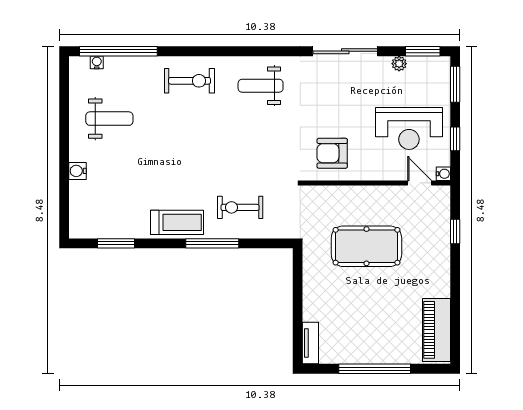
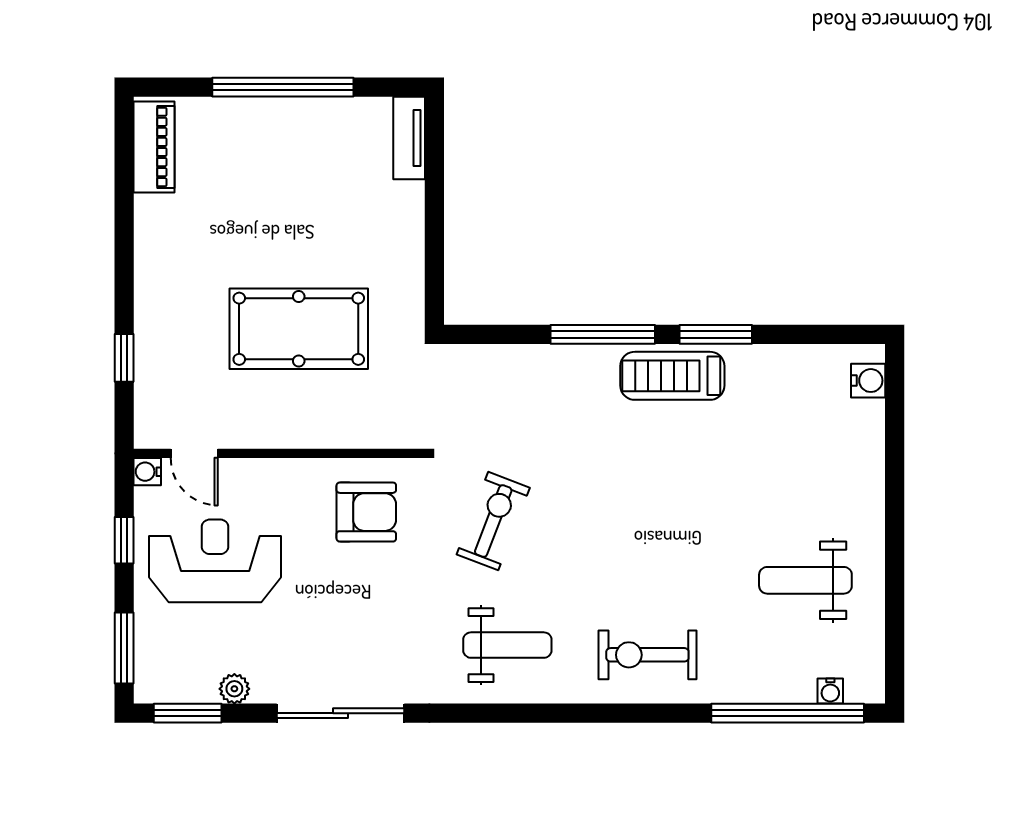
water cooler: (78, 171) -> (868, 381), moved
exercise bike: (240, 207) -> (493, 521), moved, turned -69
window: (116, 243) -> (716, 334), moved
piano: (436, 330) -> (154, 147), width x0.73, depth x0.75

